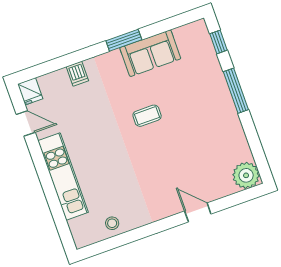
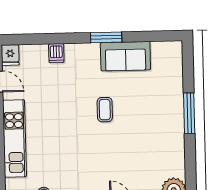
window: (219, 42) -> (188, 66), removed
coffee table: (147, 116) -> (105, 110), turned 90

